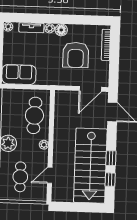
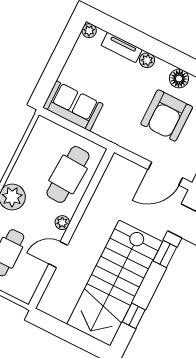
floor lamp: (61, 30) -> (179, 79), moved
window: (111, 158) -> (165, 254), moved
door: (50, 175) -> (58, 255), moved

